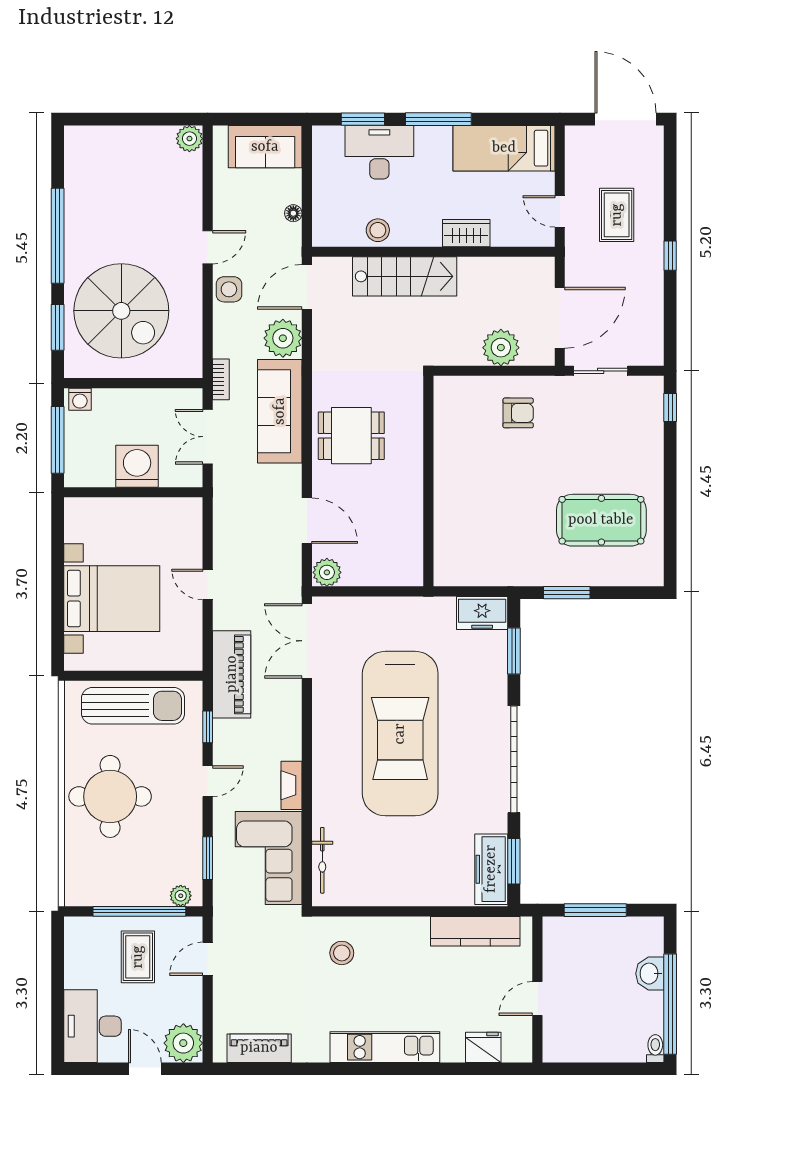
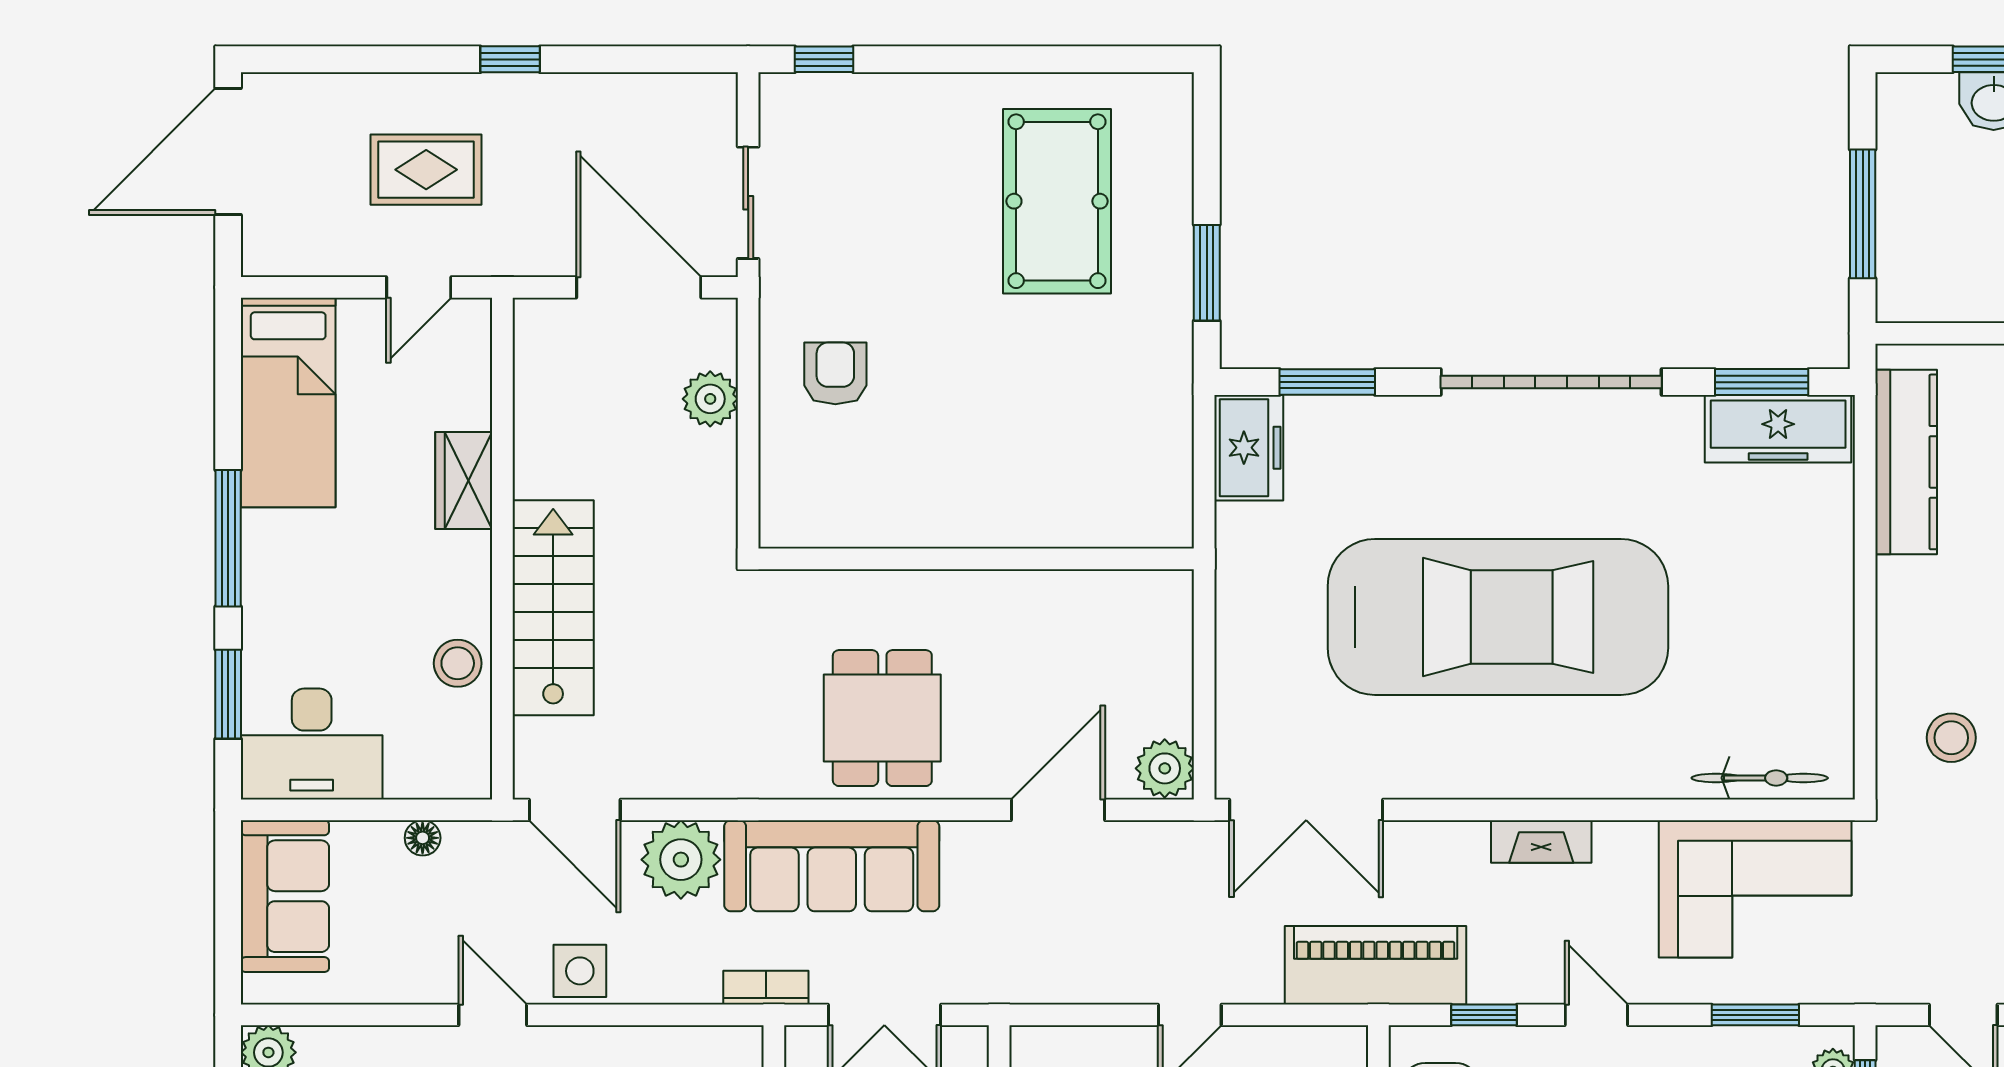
desk: (379, 152) -> (312, 744), moved, turned -90
plant: (501, 348) -> (710, 399), width x0.73, depth x0.73
fireplace: (292, 785) -> (1541, 842), moved

